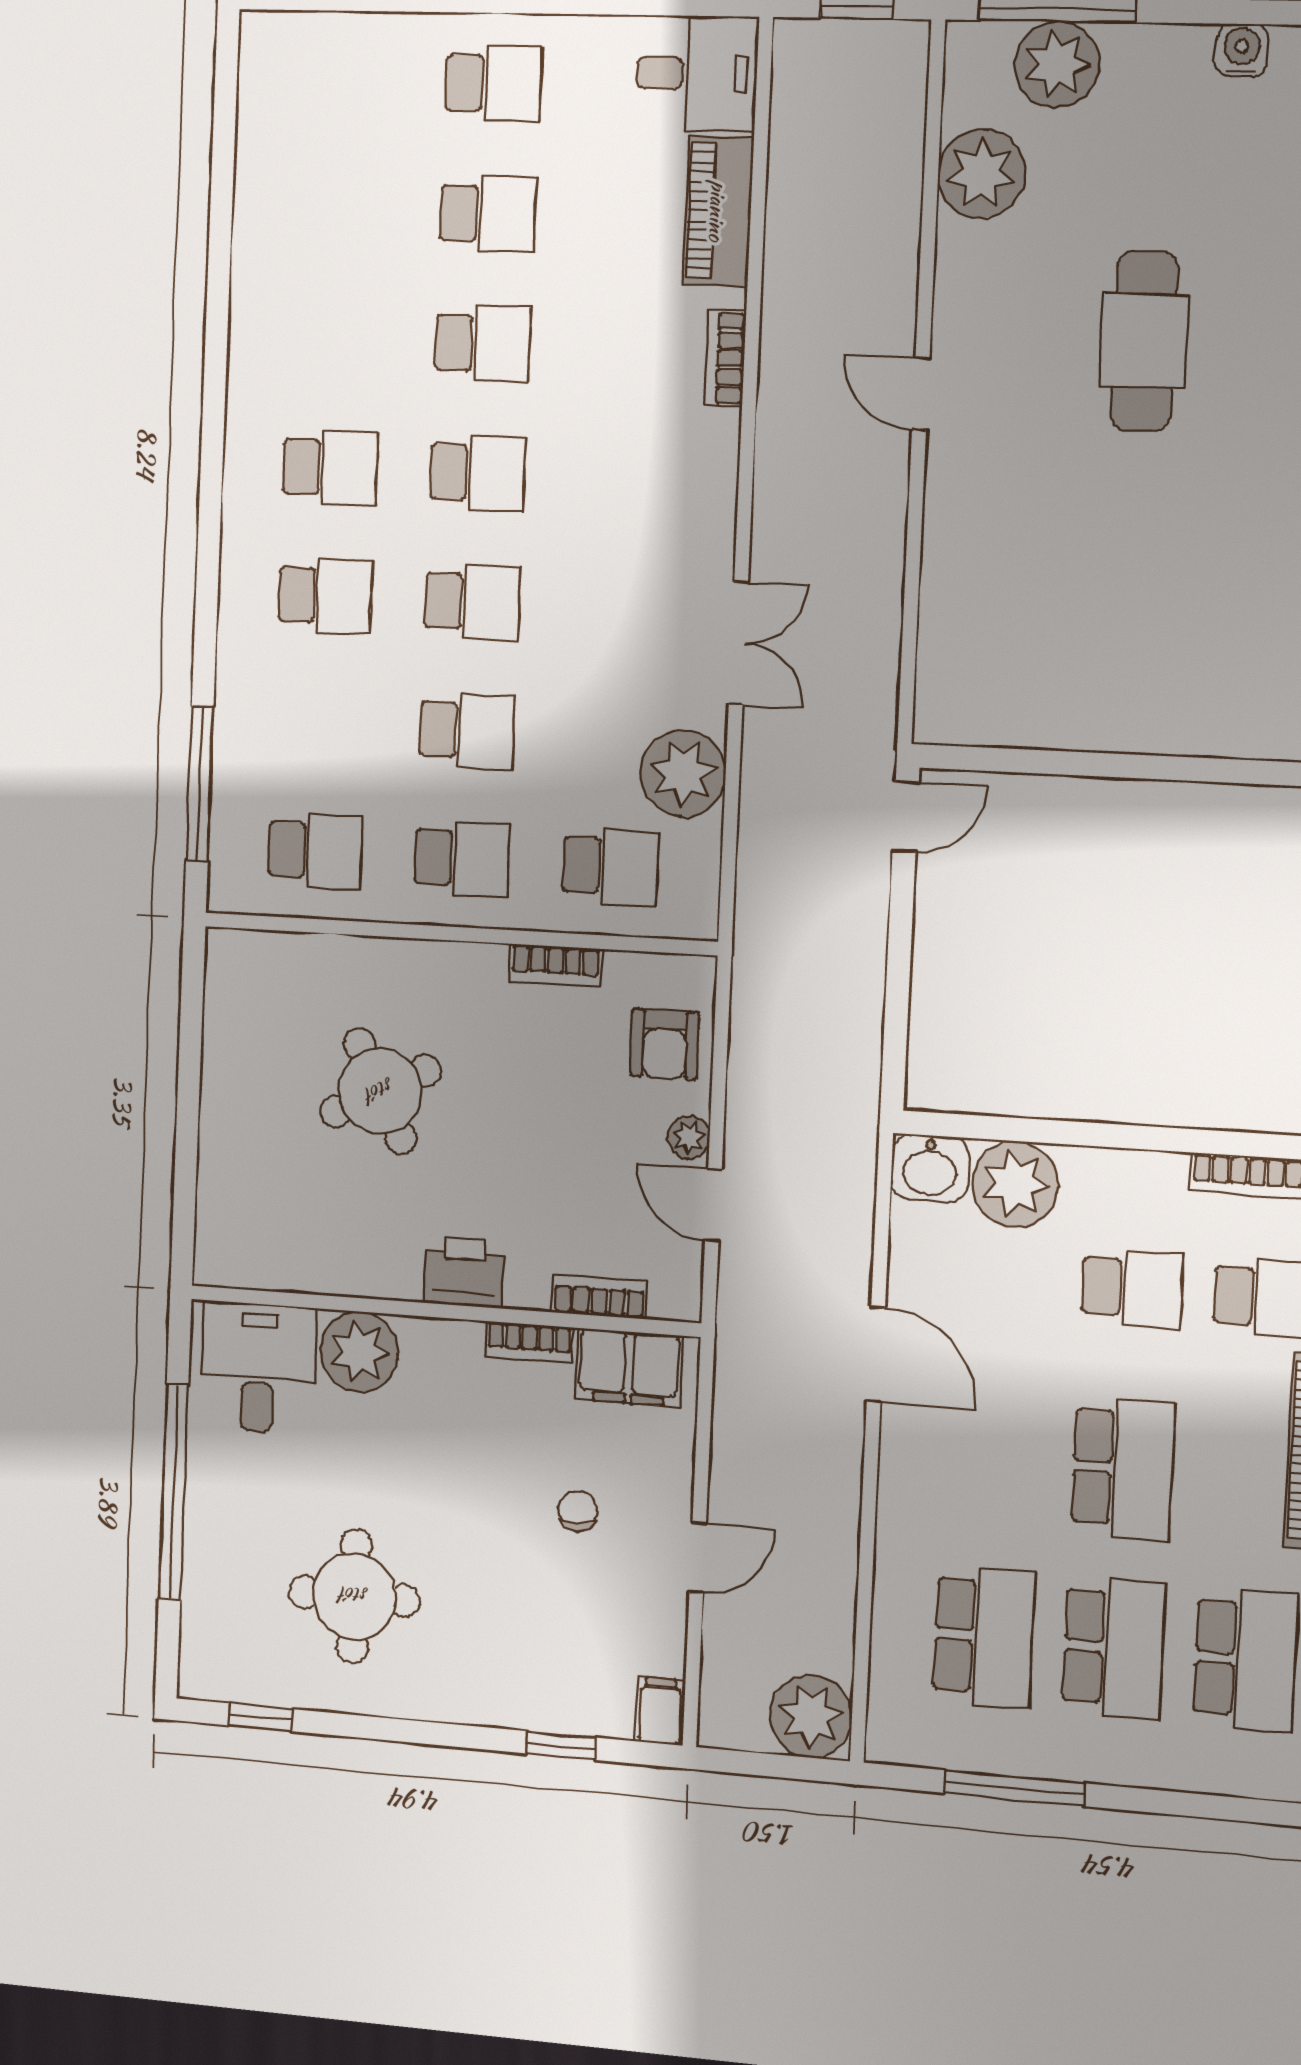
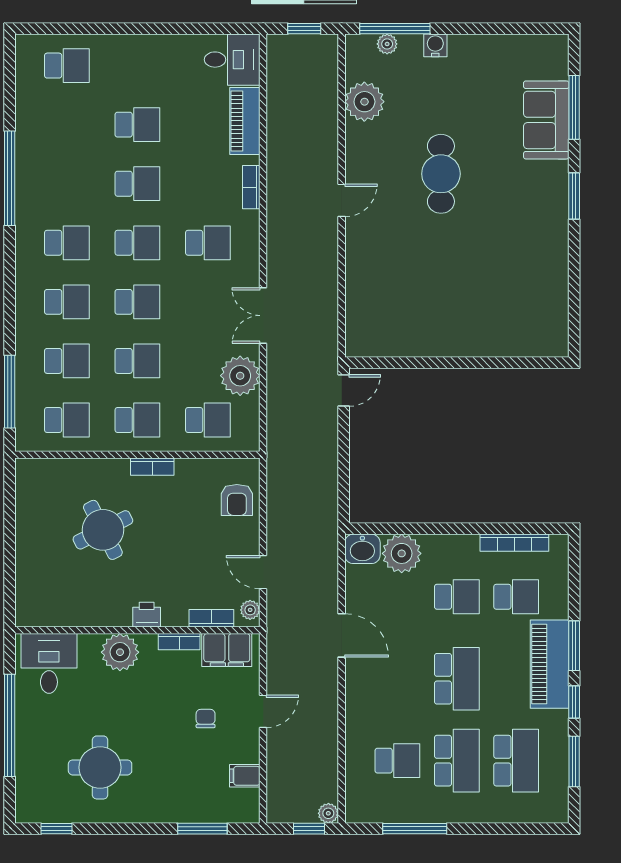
water cooler: (1242, 50) -> (435, 45), moved
plant: (1057, 64) -> (387, 44), width x0.53, depth x0.53
school desk: (493, 83) -> (67, 66), moved
window: (217, 324) -> (10, 178), added
door: (921, 394) -> (342, 200), swing flipped
school desk: (627, 478) -> (208, 243), added
double door: (738, 643) -> (263, 316), swing flipped
school desk: (320, 724) -> (67, 361), added
bookcase: (556, 965) -> (152, 467), moved
plant: (689, 1137) -> (250, 610), moved
printer: (464, 1272) -> (147, 615), width x0.73, depth x0.81
plant: (359, 1352) -> (120, 652), moved
door: (698, 1558) -> (263, 711), moved
school desk: (984, 1637) -> (397, 761), width x0.54
filing cabinet: (660, 1711) -> (245, 776), moved, turned -90
plant: (811, 1716) -> (328, 813), width x0.53, depth x0.53
window: (561, 1746) -> (202, 829), width x1.50
window: (787, 1767) -> (309, 829), added

